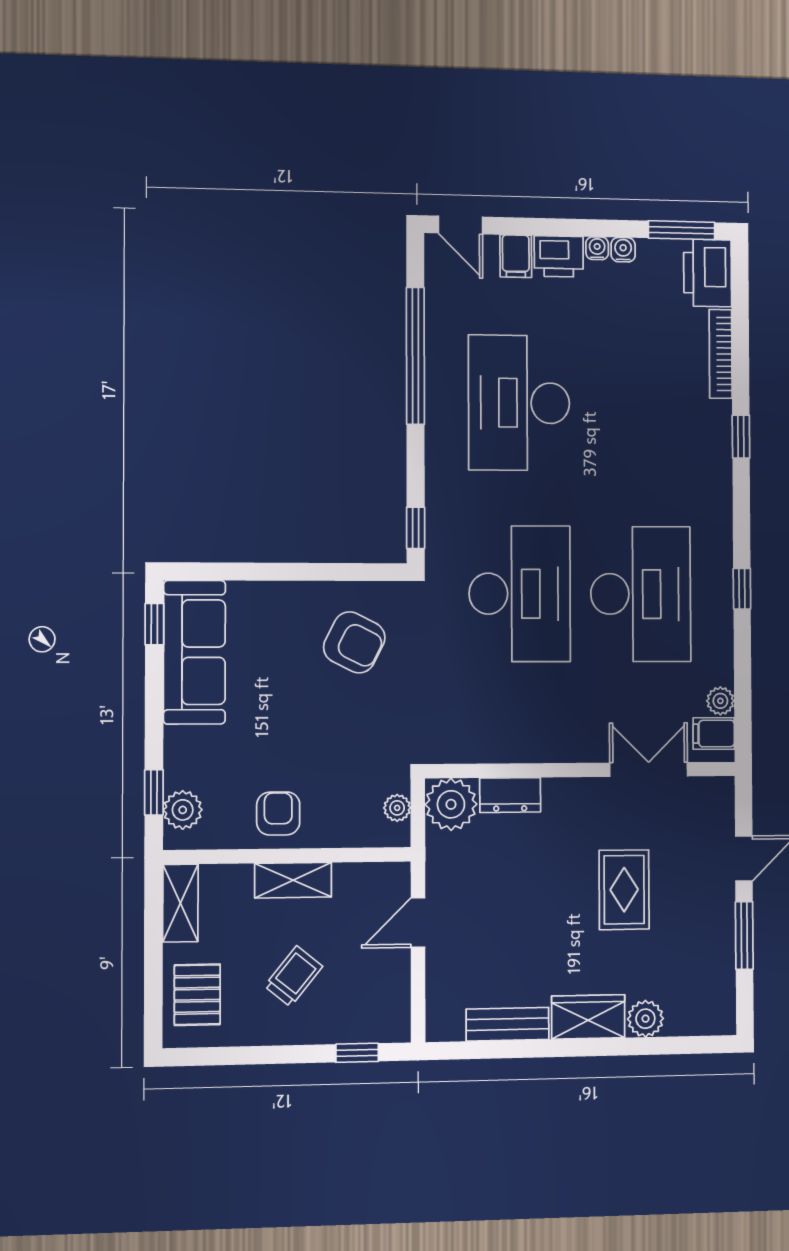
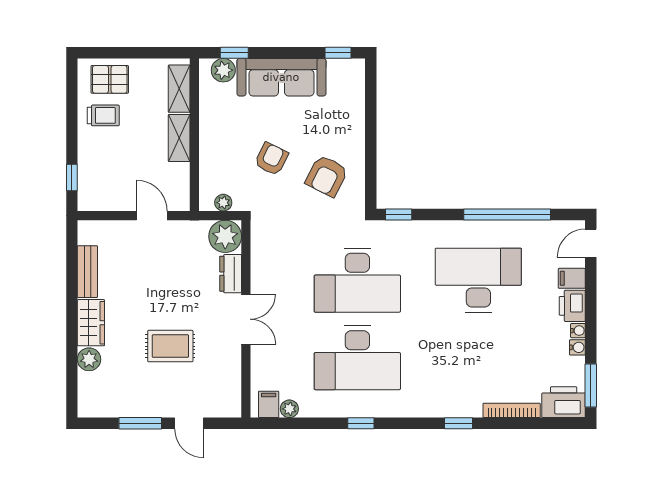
sofa: (194, 652) -> (281, 77), moved
double door: (649, 770) -> (246, 319), moved
armchair: (278, 814) -> (271, 159), moved, turned -64
shelving: (180, 903) -> (179, 89), moved, turned 90
trolley: (294, 976) -> (103, 115), moved, turned -39

